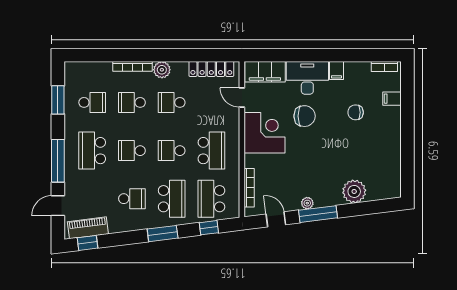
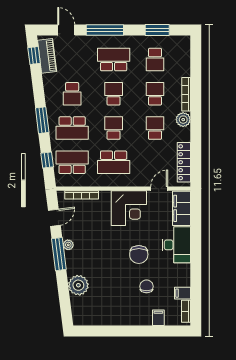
filing cabinet: (336, 70) -> (183, 293), moved
chair: (305, 116) -> (139, 254), moved

